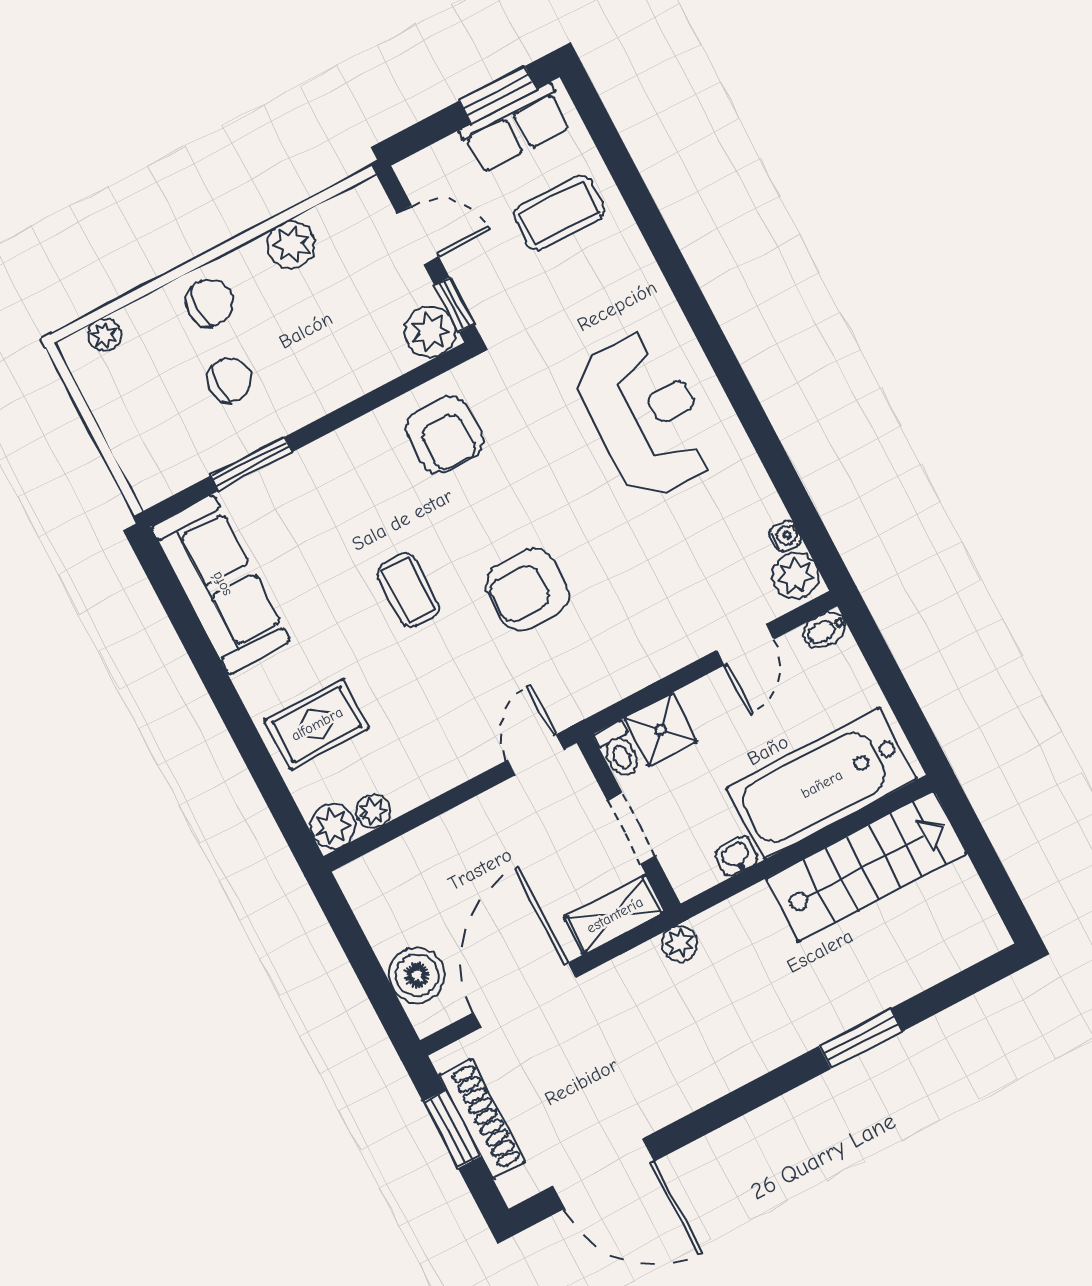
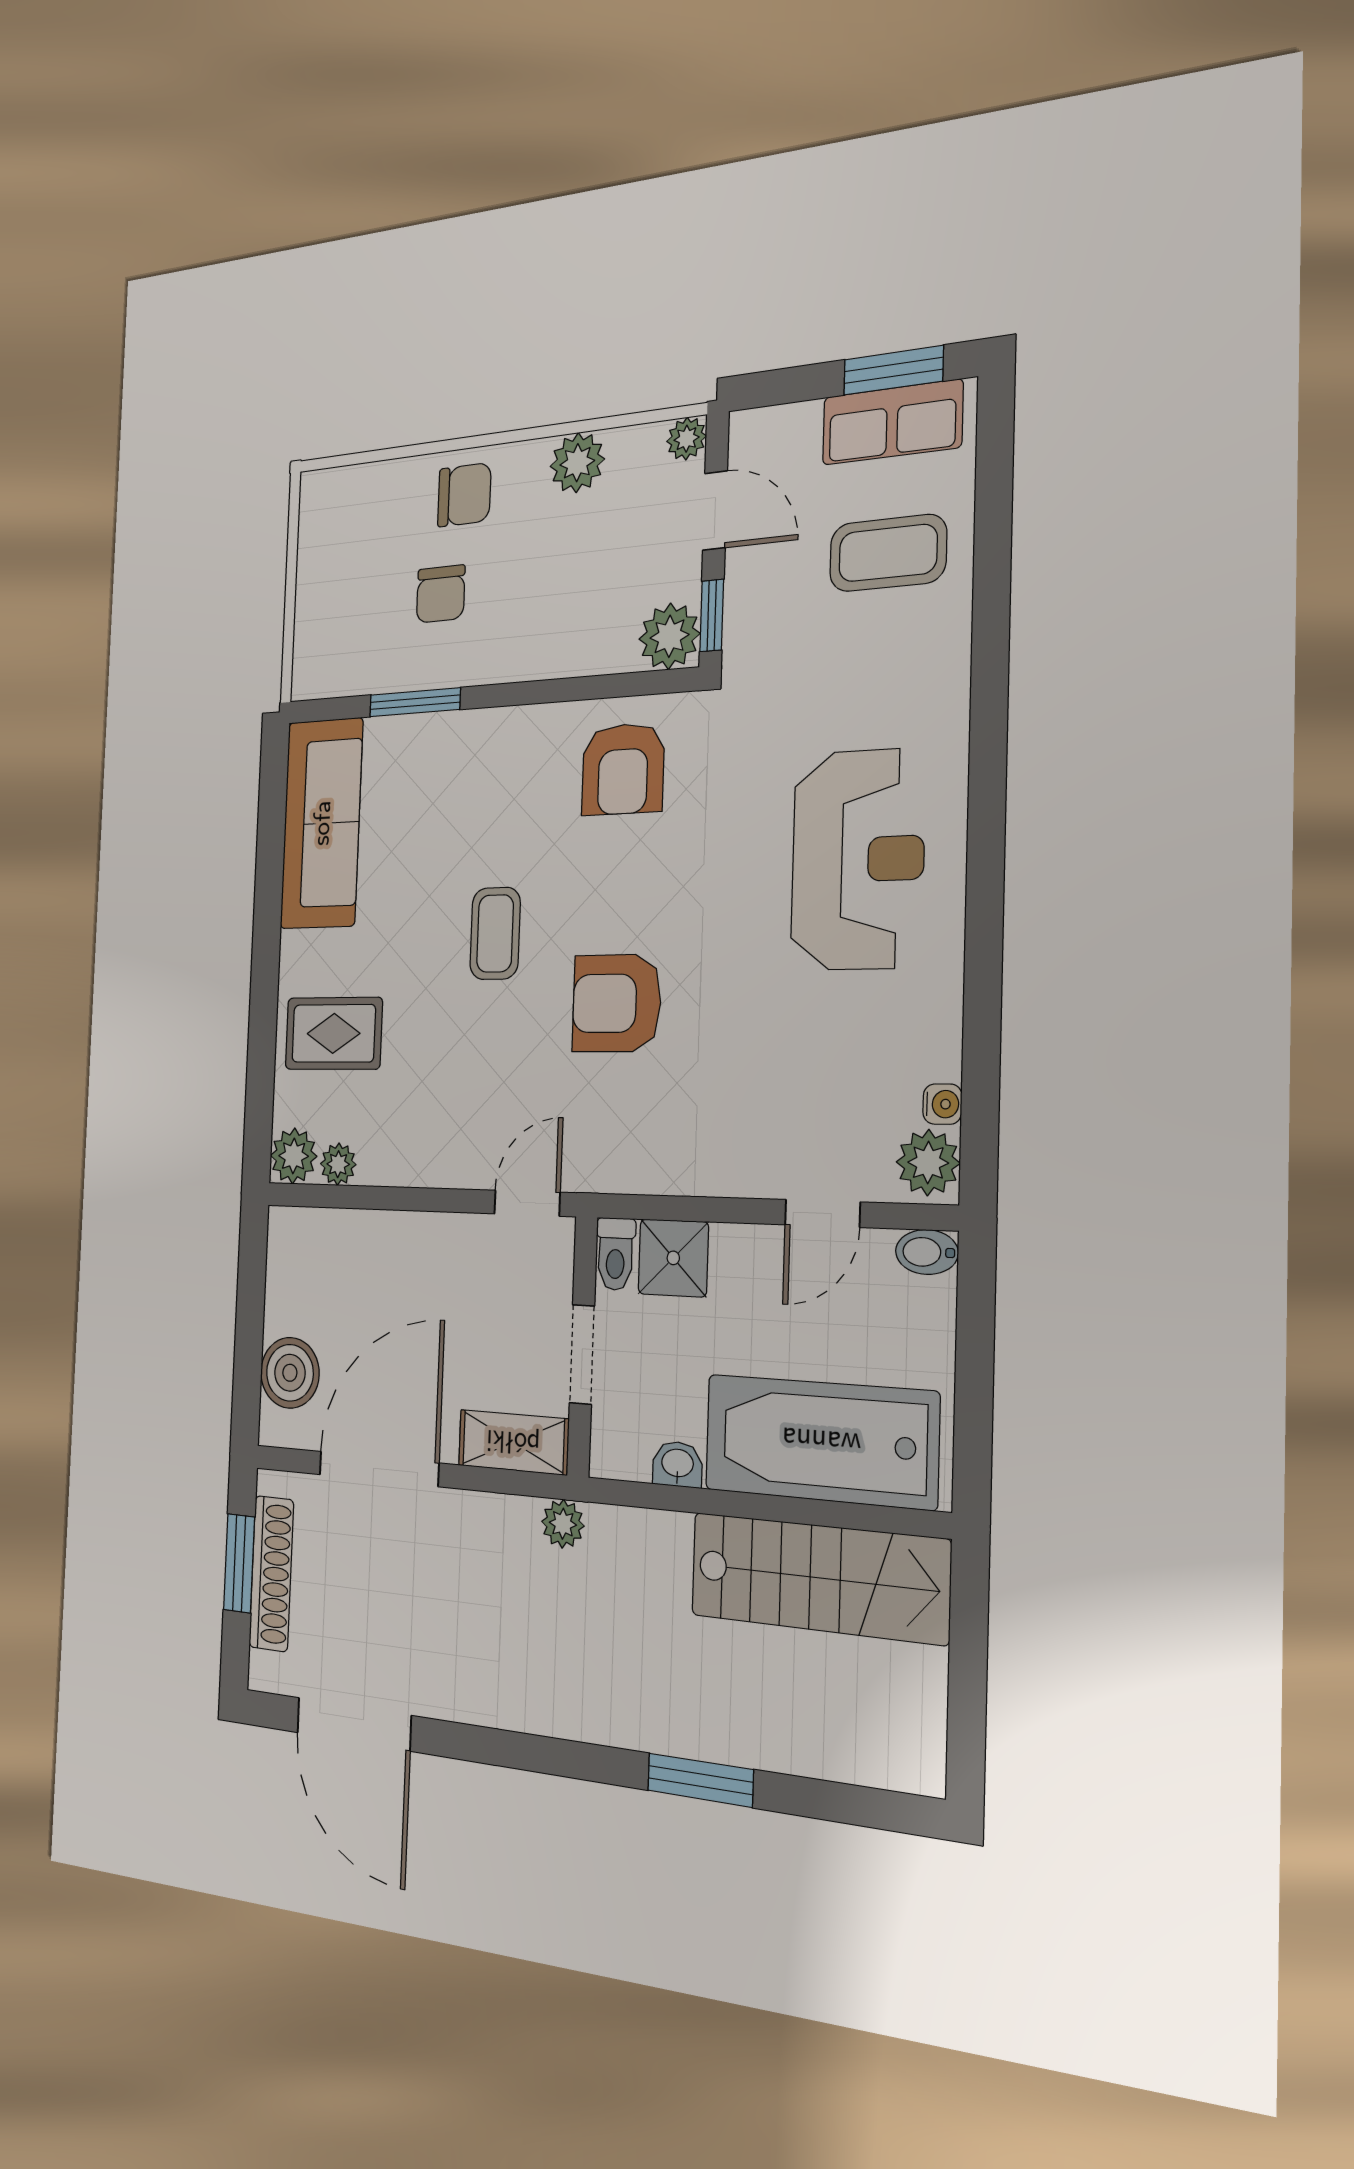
plant: (104, 335) -> (687, 439), moved
chair: (230, 380) -> (441, 594), turned 90

